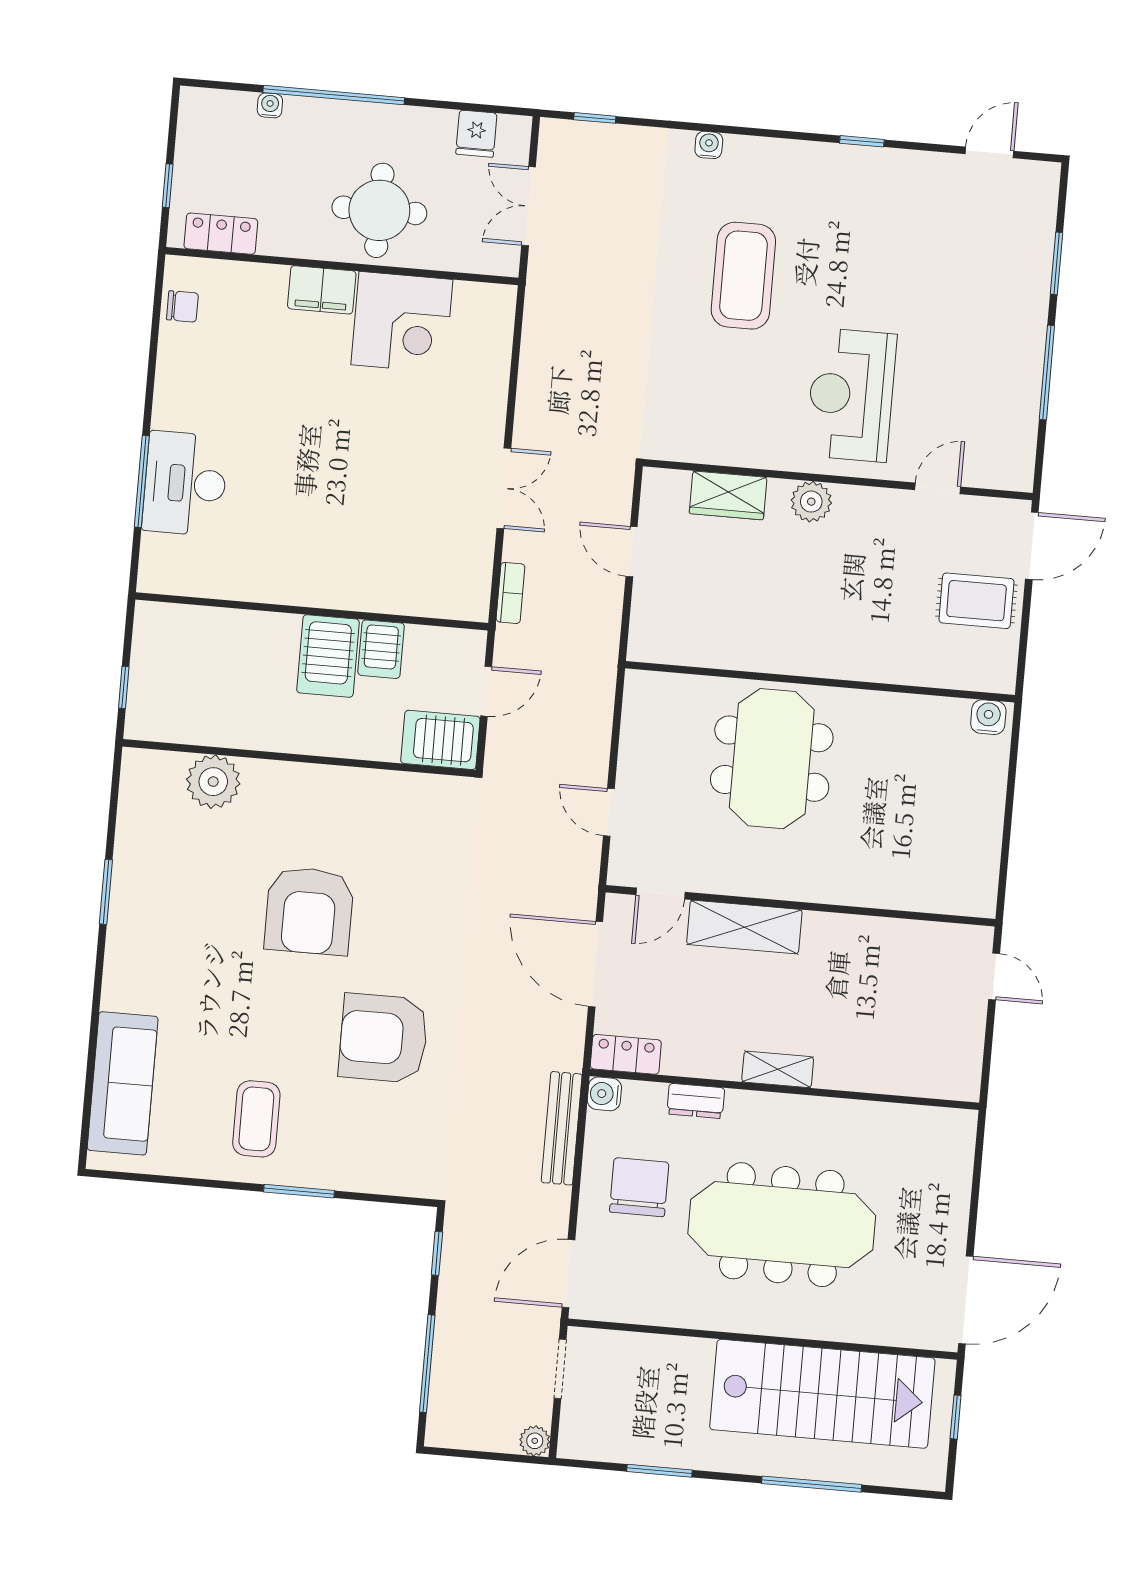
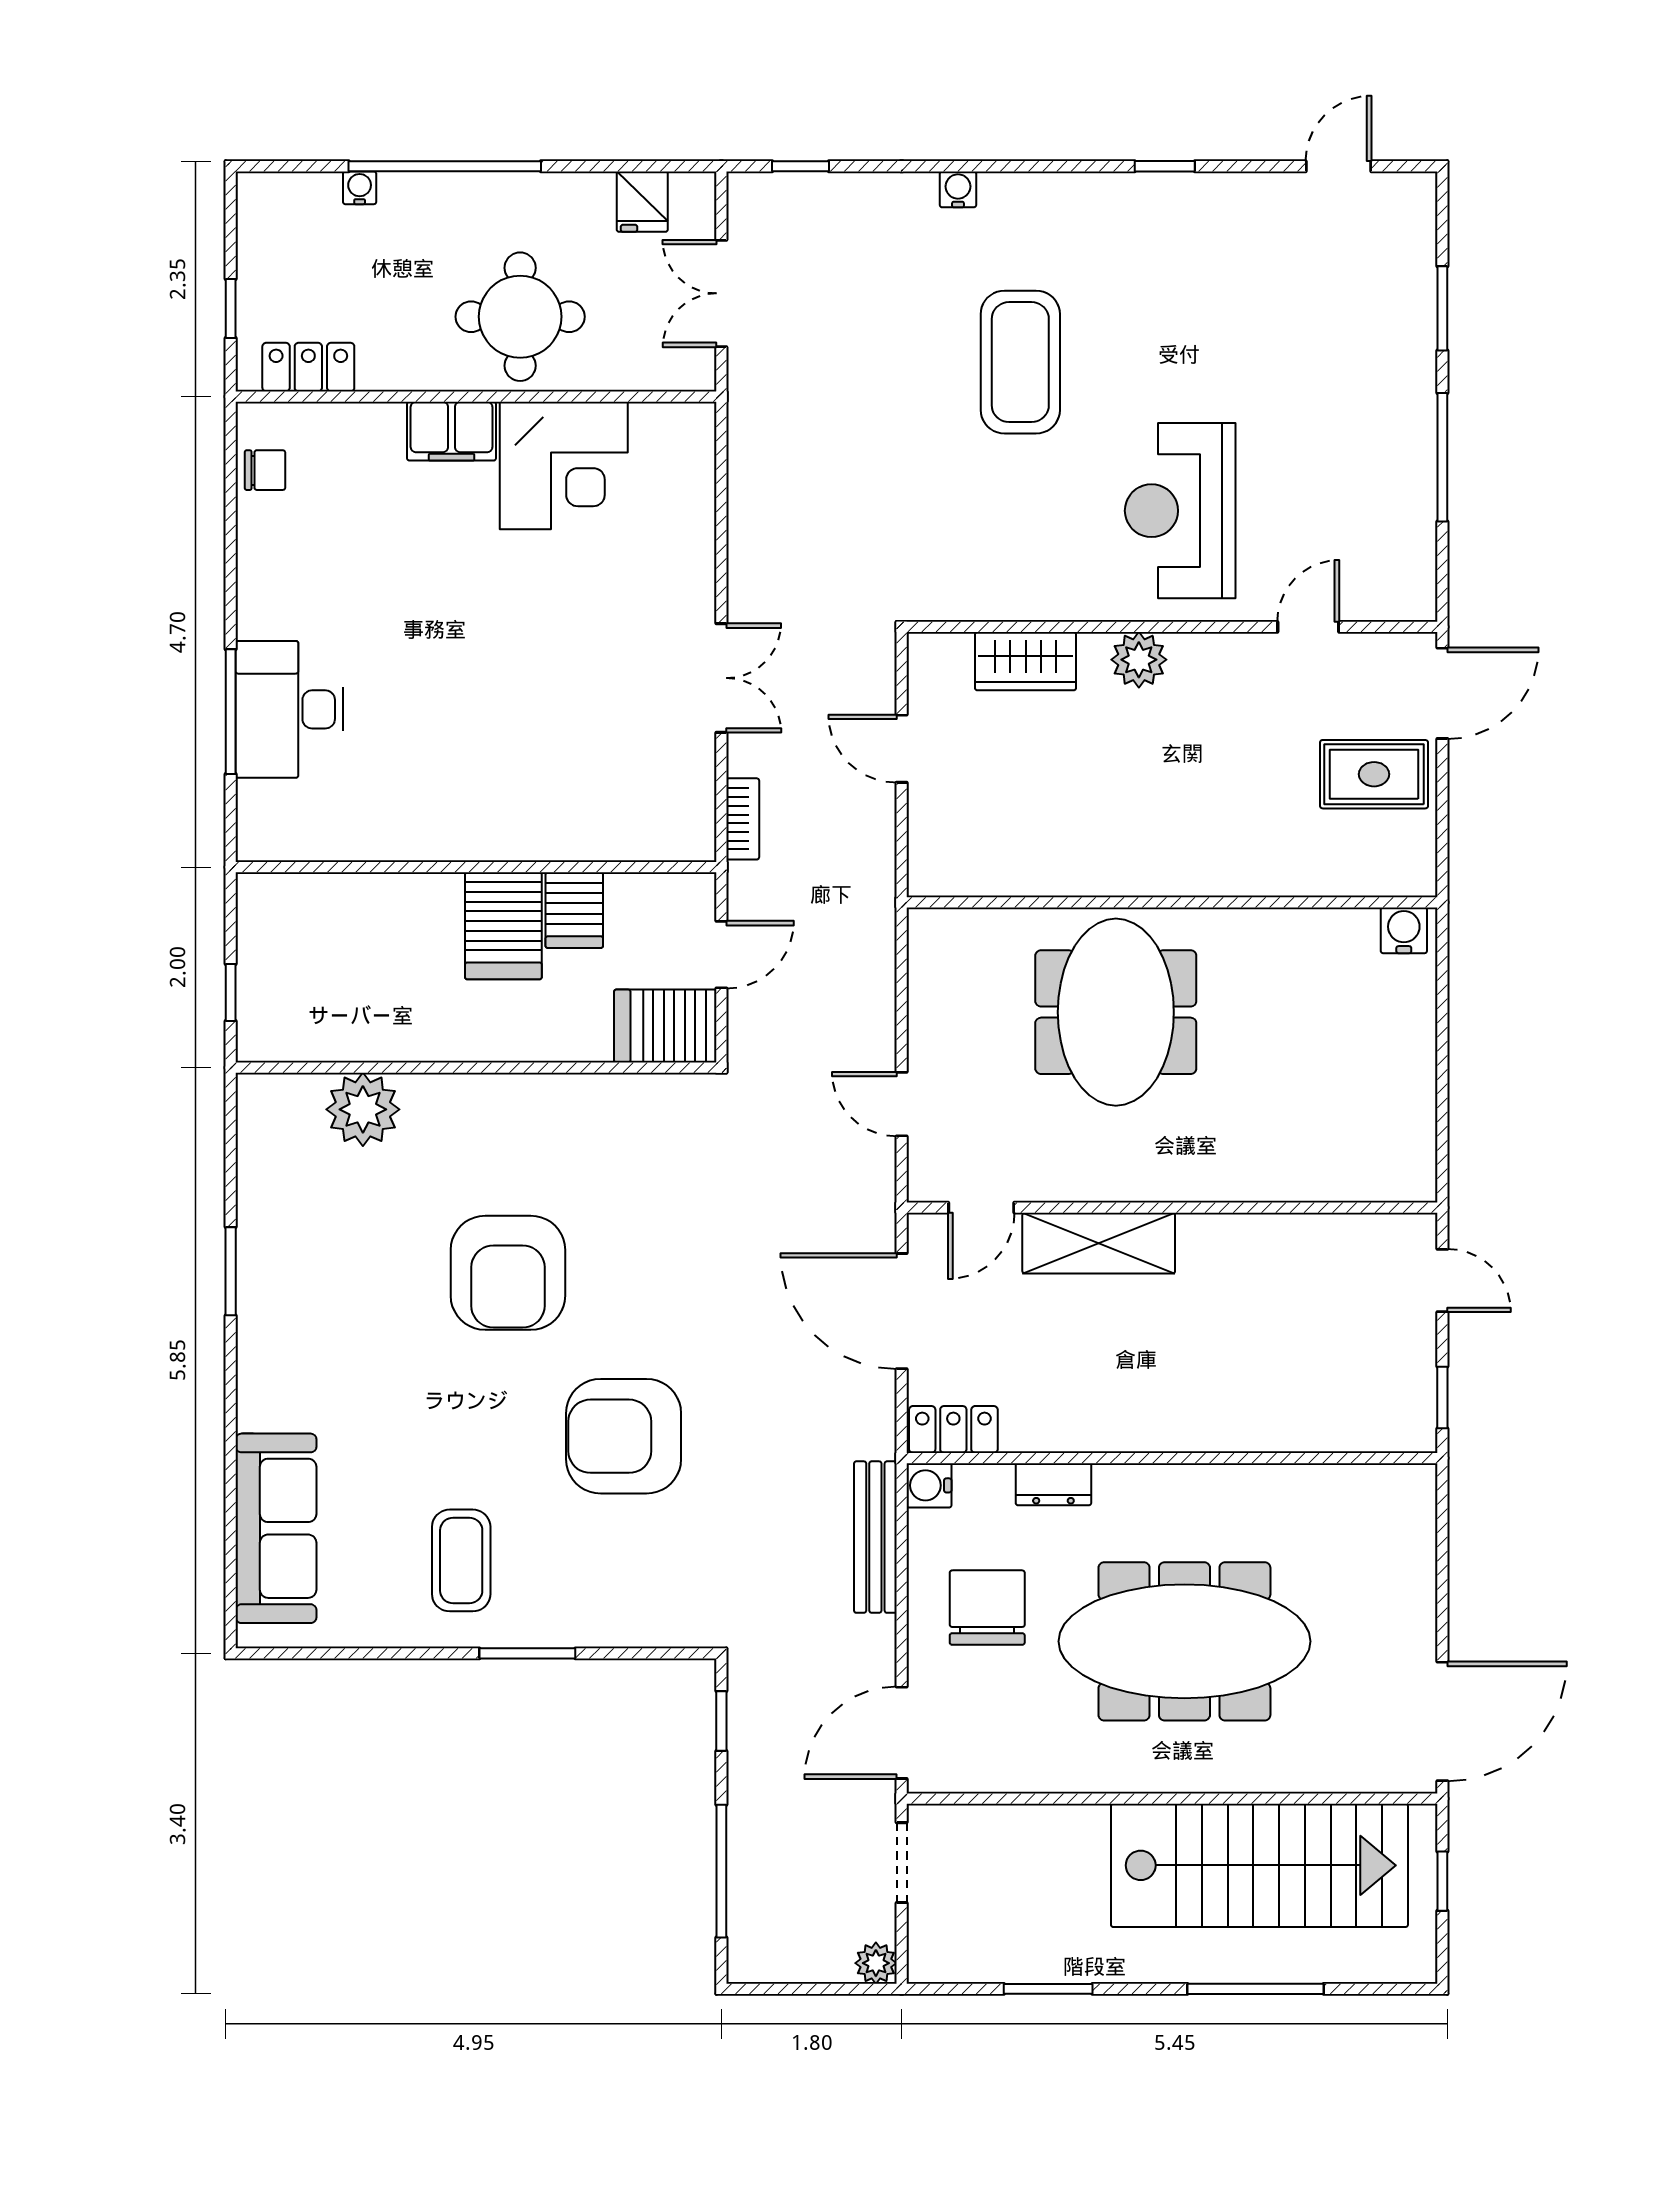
window: (987, 1062) -> (1442, 1397), added
shelving: (778, 1069) -> (1161, 1432), removed

